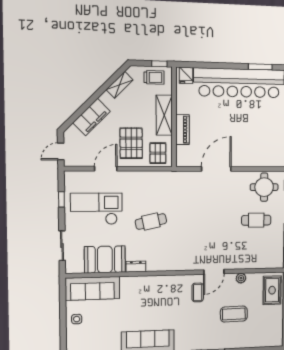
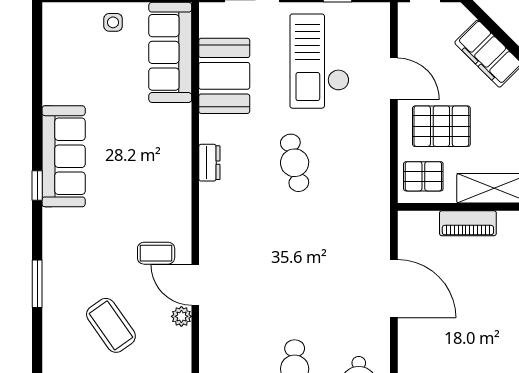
checkout: (96, 209) -> (320, 61), turned 180
dresser: (136, 267) -> (209, 163), moved
plant: (241, 278) -> (181, 316), moved
coffee table: (234, 314) -> (111, 325), turned -34

